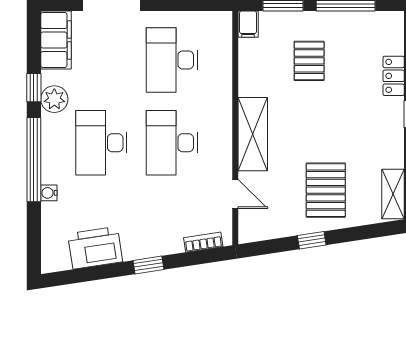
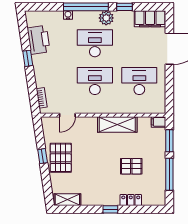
pallet: (309, 61) -> (131, 166), moved
plant: (54, 99) -> (106, 18), moved
shelving: (253, 134) -> (117, 124), moved
pallet: (326, 190) -> (61, 158), moved, turned 90
window: (148, 265) -> (28, 58), moved

